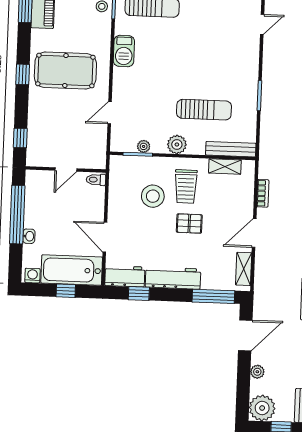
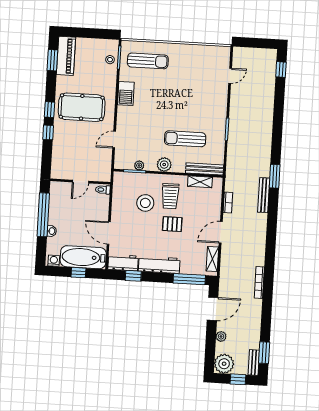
sun lounger: (204, 110) -> (185, 139), turned 180
window: (20, 138) -> (48, 132), moved

